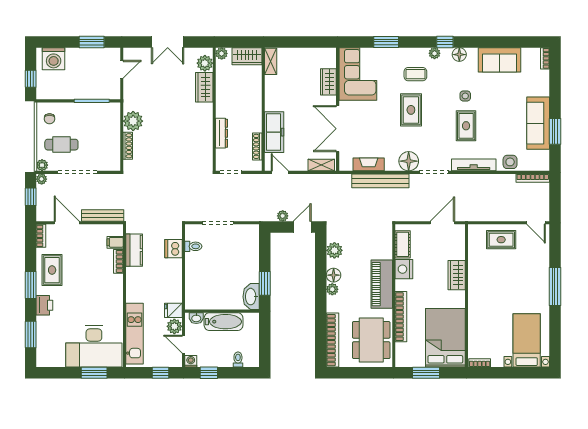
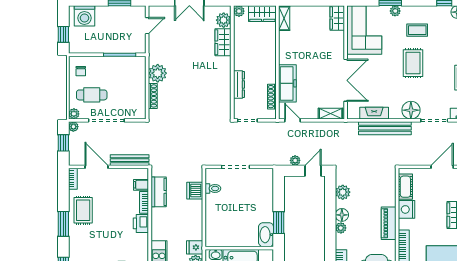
plant: (435, 53) -> (395, 11), moved
wardrobe: (328, 82) -> (337, 18), moved
double door: (338, 129) -> (346, 80), swing flipped
piano: (382, 284) -> (389, 223), width x0.73, depth x0.75
printer: (44, 305) -> (141, 223), moved, turned 180

